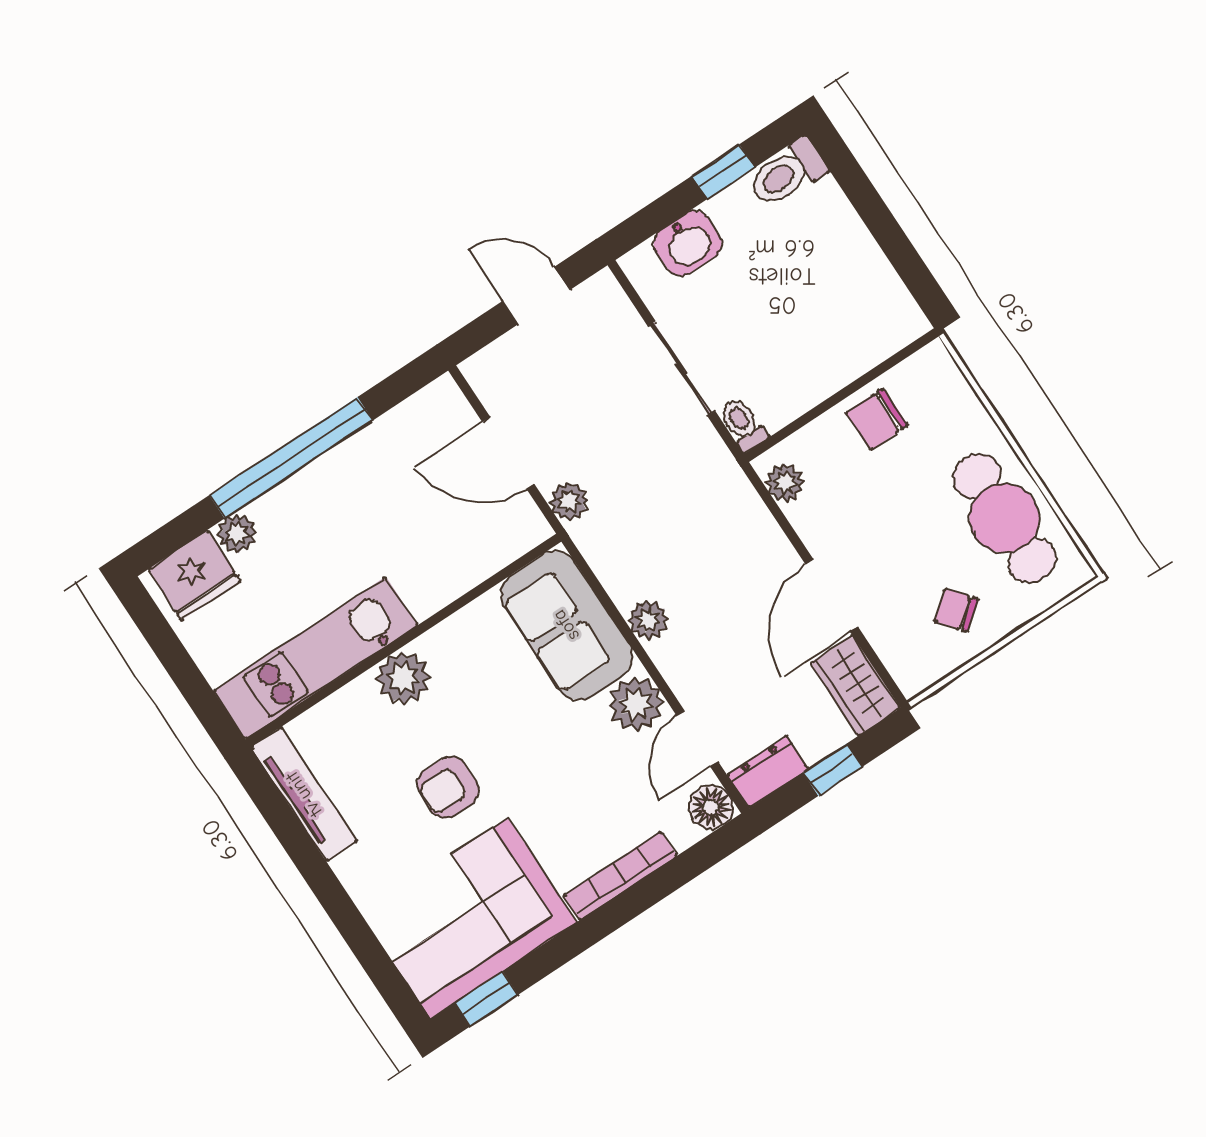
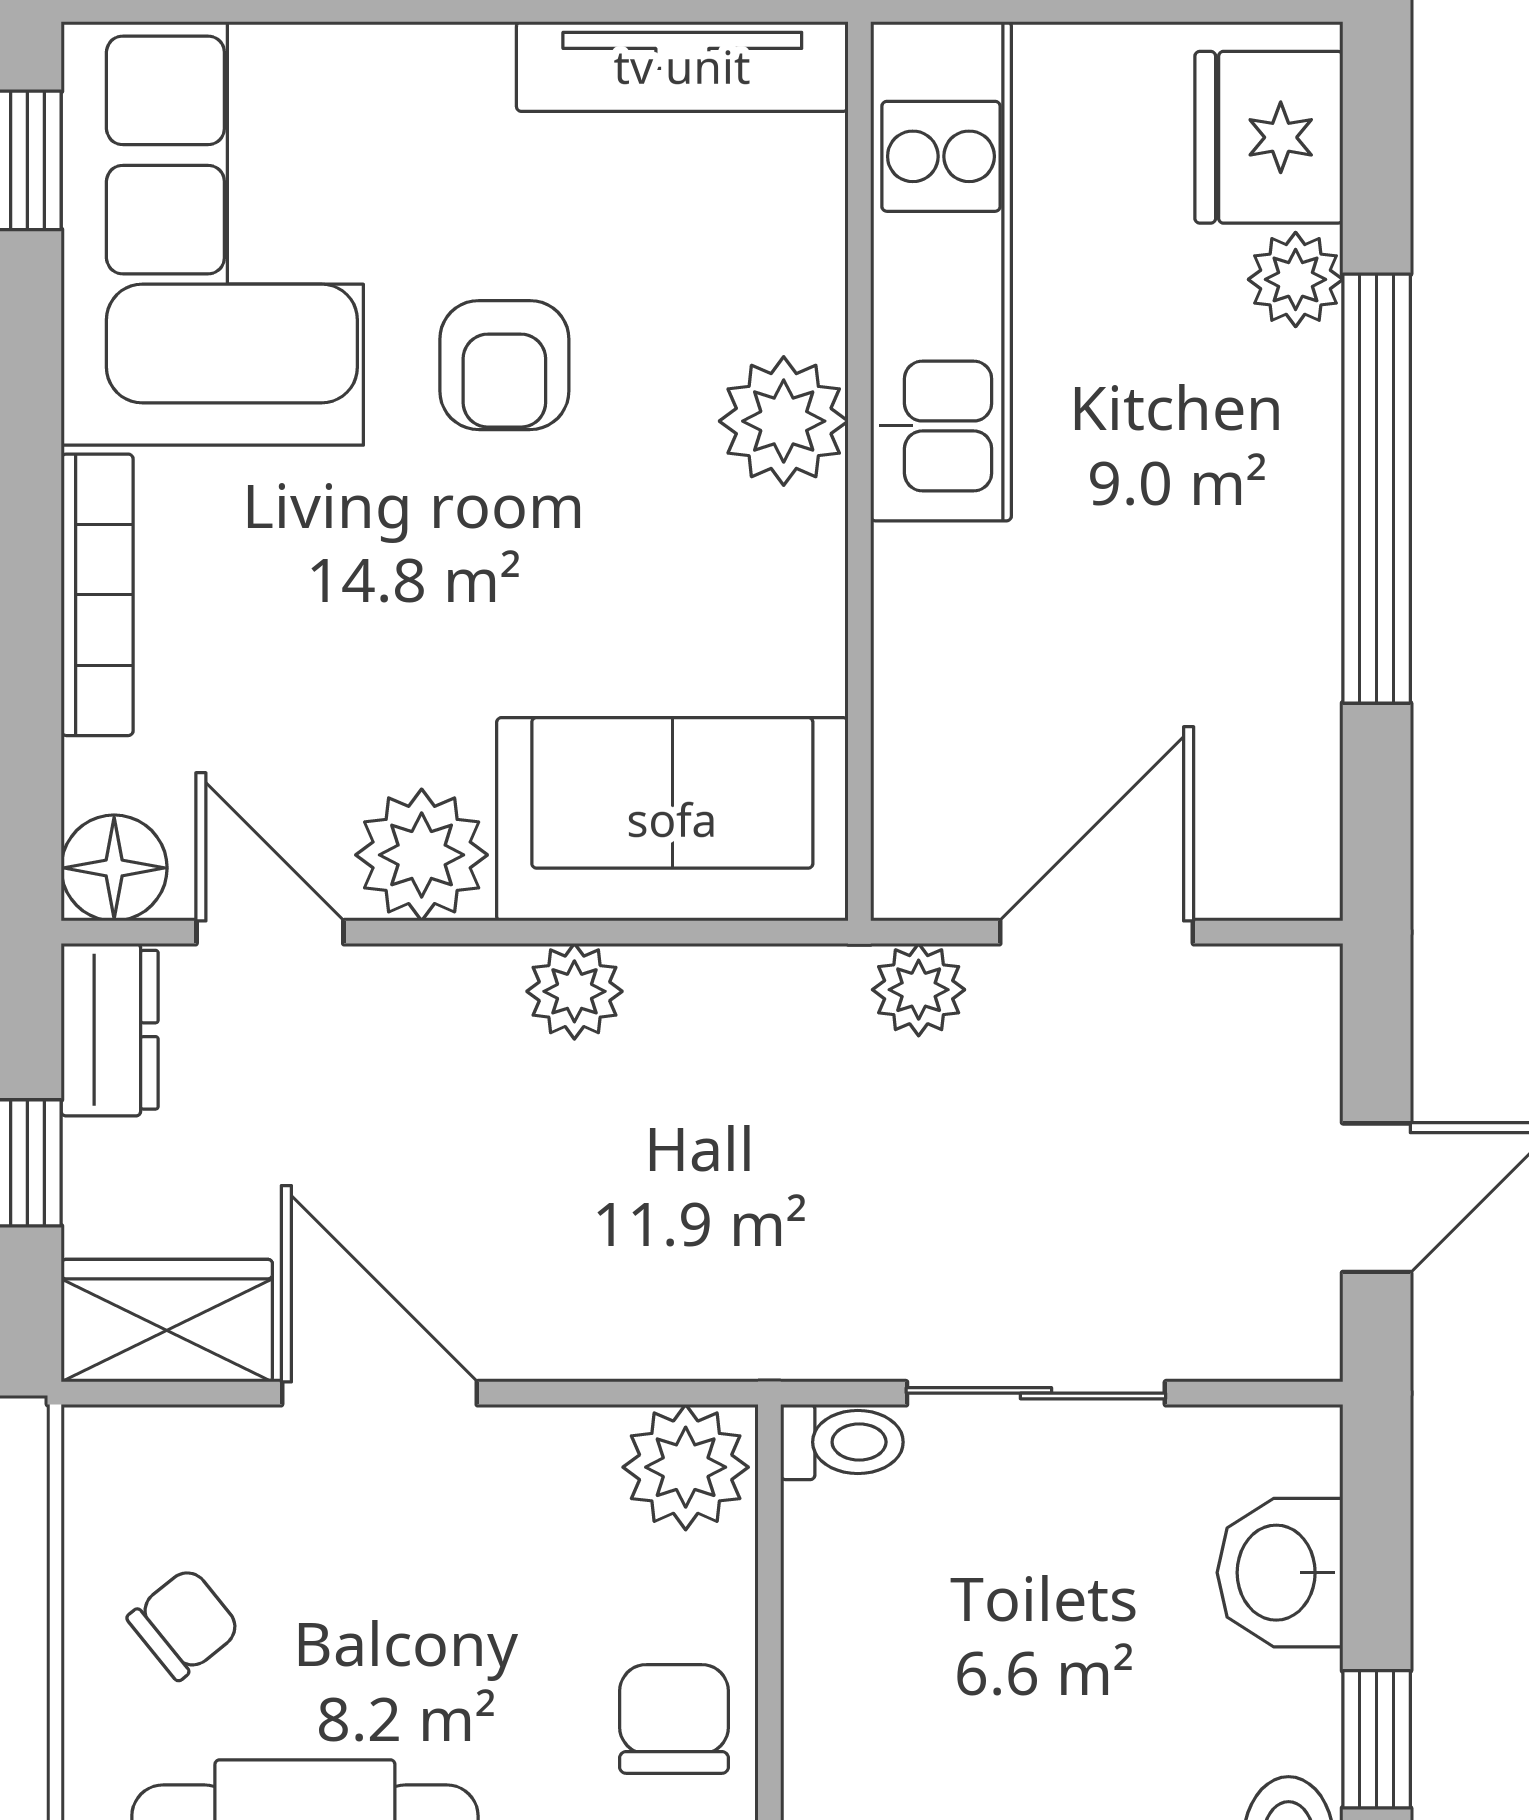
plant: (785, 483) -> (686, 1467), width x1.38, depth x1.38
armchair: (448, 787) -> (504, 365), turned 180

